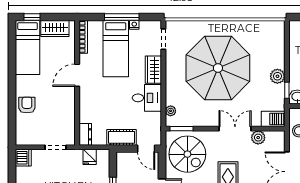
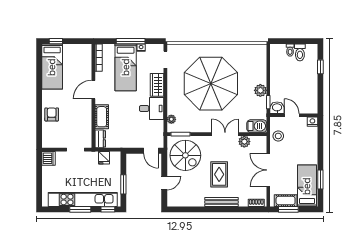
wardrobe: (55, 29) -> (75, 51), removed
cot: (122, 137) -> (102, 117), moved, turned 90

